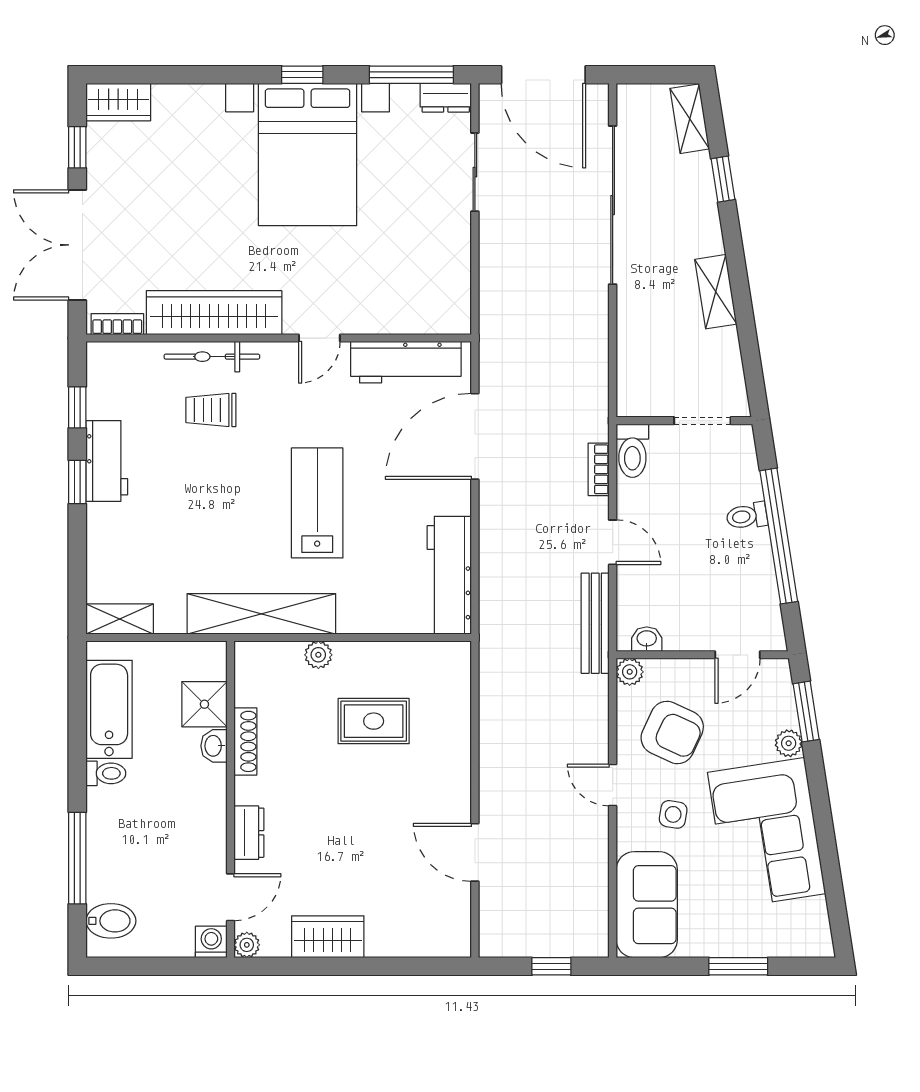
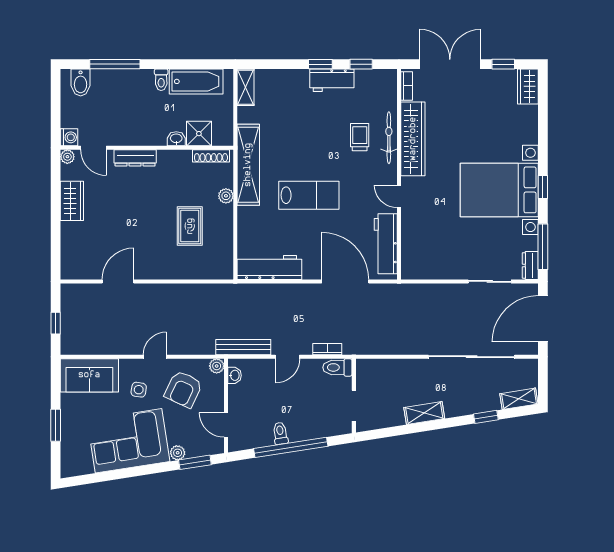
toilet: (747, 516) -> (280, 433), moved
shoe rack: (245, 741) -> (211, 156), moved
dresser: (249, 833) -> (135, 158), width x1.44

